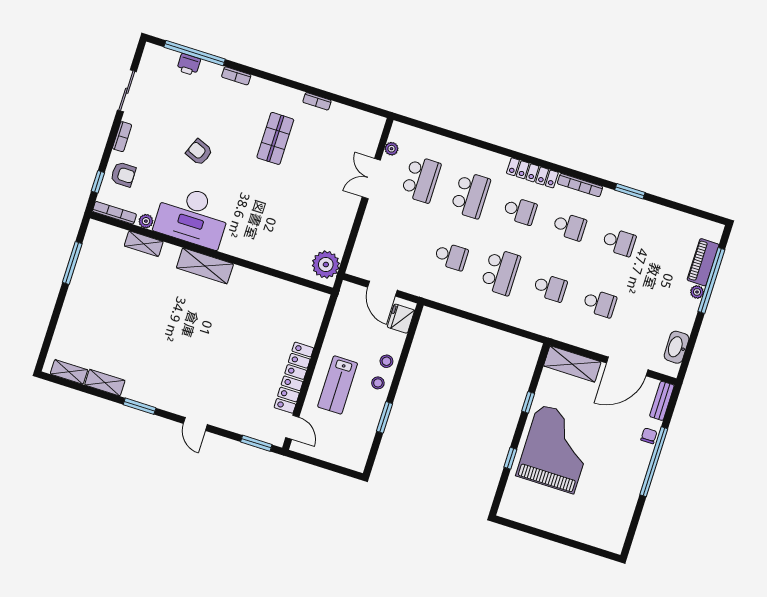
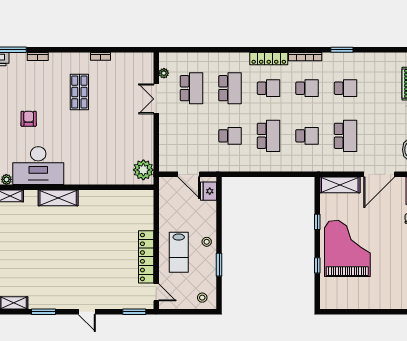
armchair: (199, 152) -> (29, 119), turned 68
school desk: (600, 303) -> (346, 136), width x1.85
stool: (386, 361) -> (202, 298), moved

